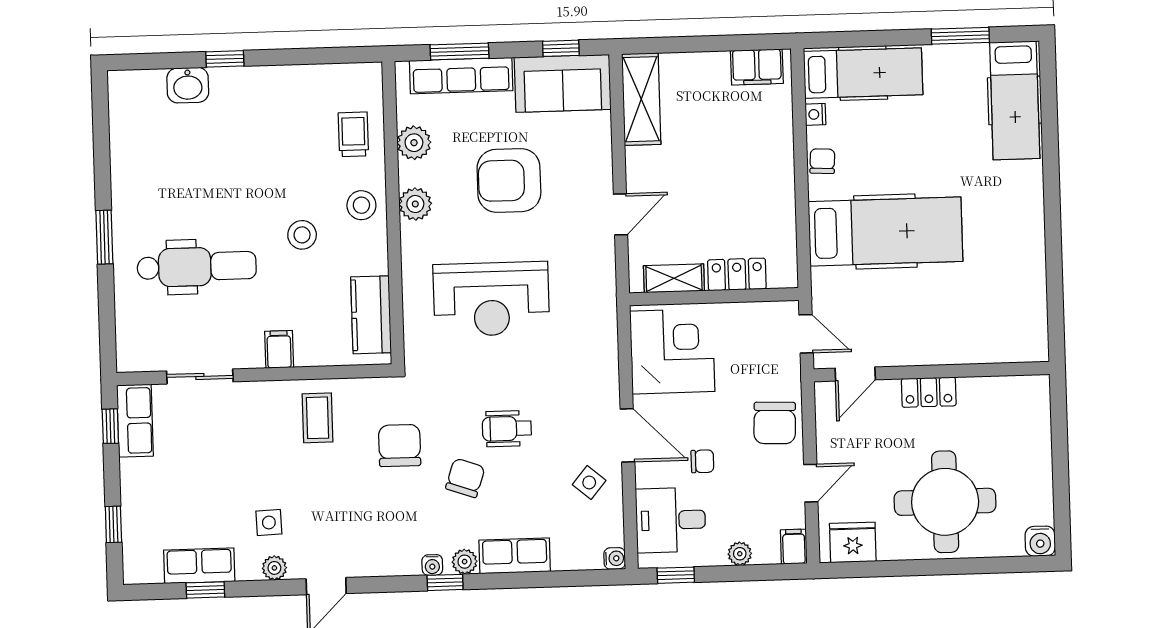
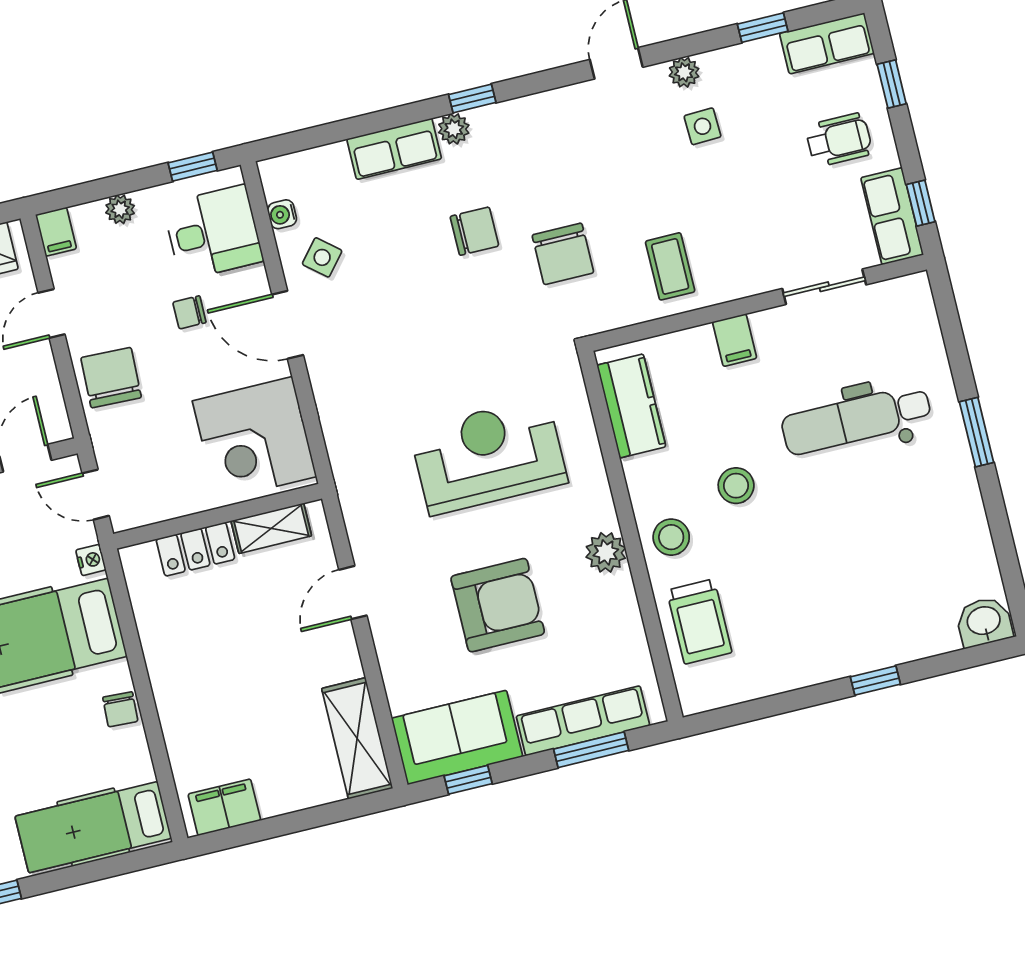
washbasin: (188, 85) -> (984, 622), moved
nightstand: (815, 114) -> (91, 560), moved
trolley: (353, 134) -> (699, 621), width x1.36, depth x1.39
plant: (414, 143) -> (623, 627), removed
wheelchair: (507, 429) -> (839, 140), moved
chair: (465, 478) -> (474, 231), turned -109
water cooler: (615, 558) -> (282, 214), moved
water cooler: (432, 565) -> (492, 116), removed
row of seats: (199, 566) -> (827, 43), moved

